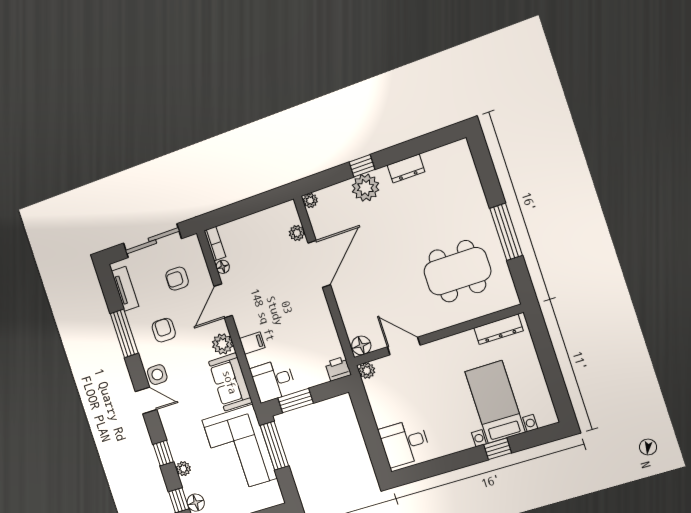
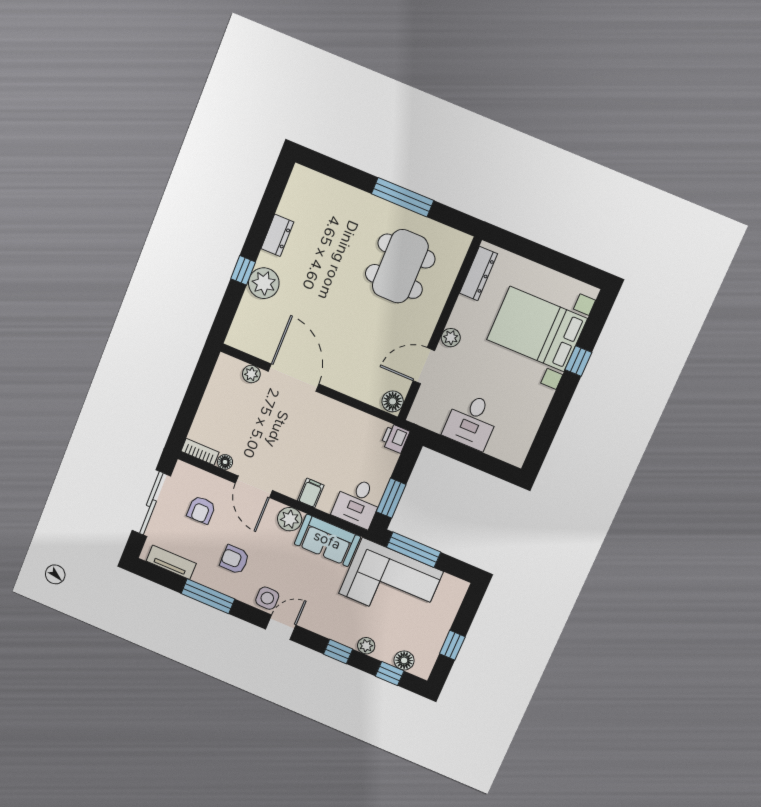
plant: (310, 200) -> (234, 339), removed
plant: (367, 371) -> (451, 338), moved
bed with nightstands: (495, 402) -> (537, 329), width x1.36
desk: (405, 443) -> (472, 421), moved

